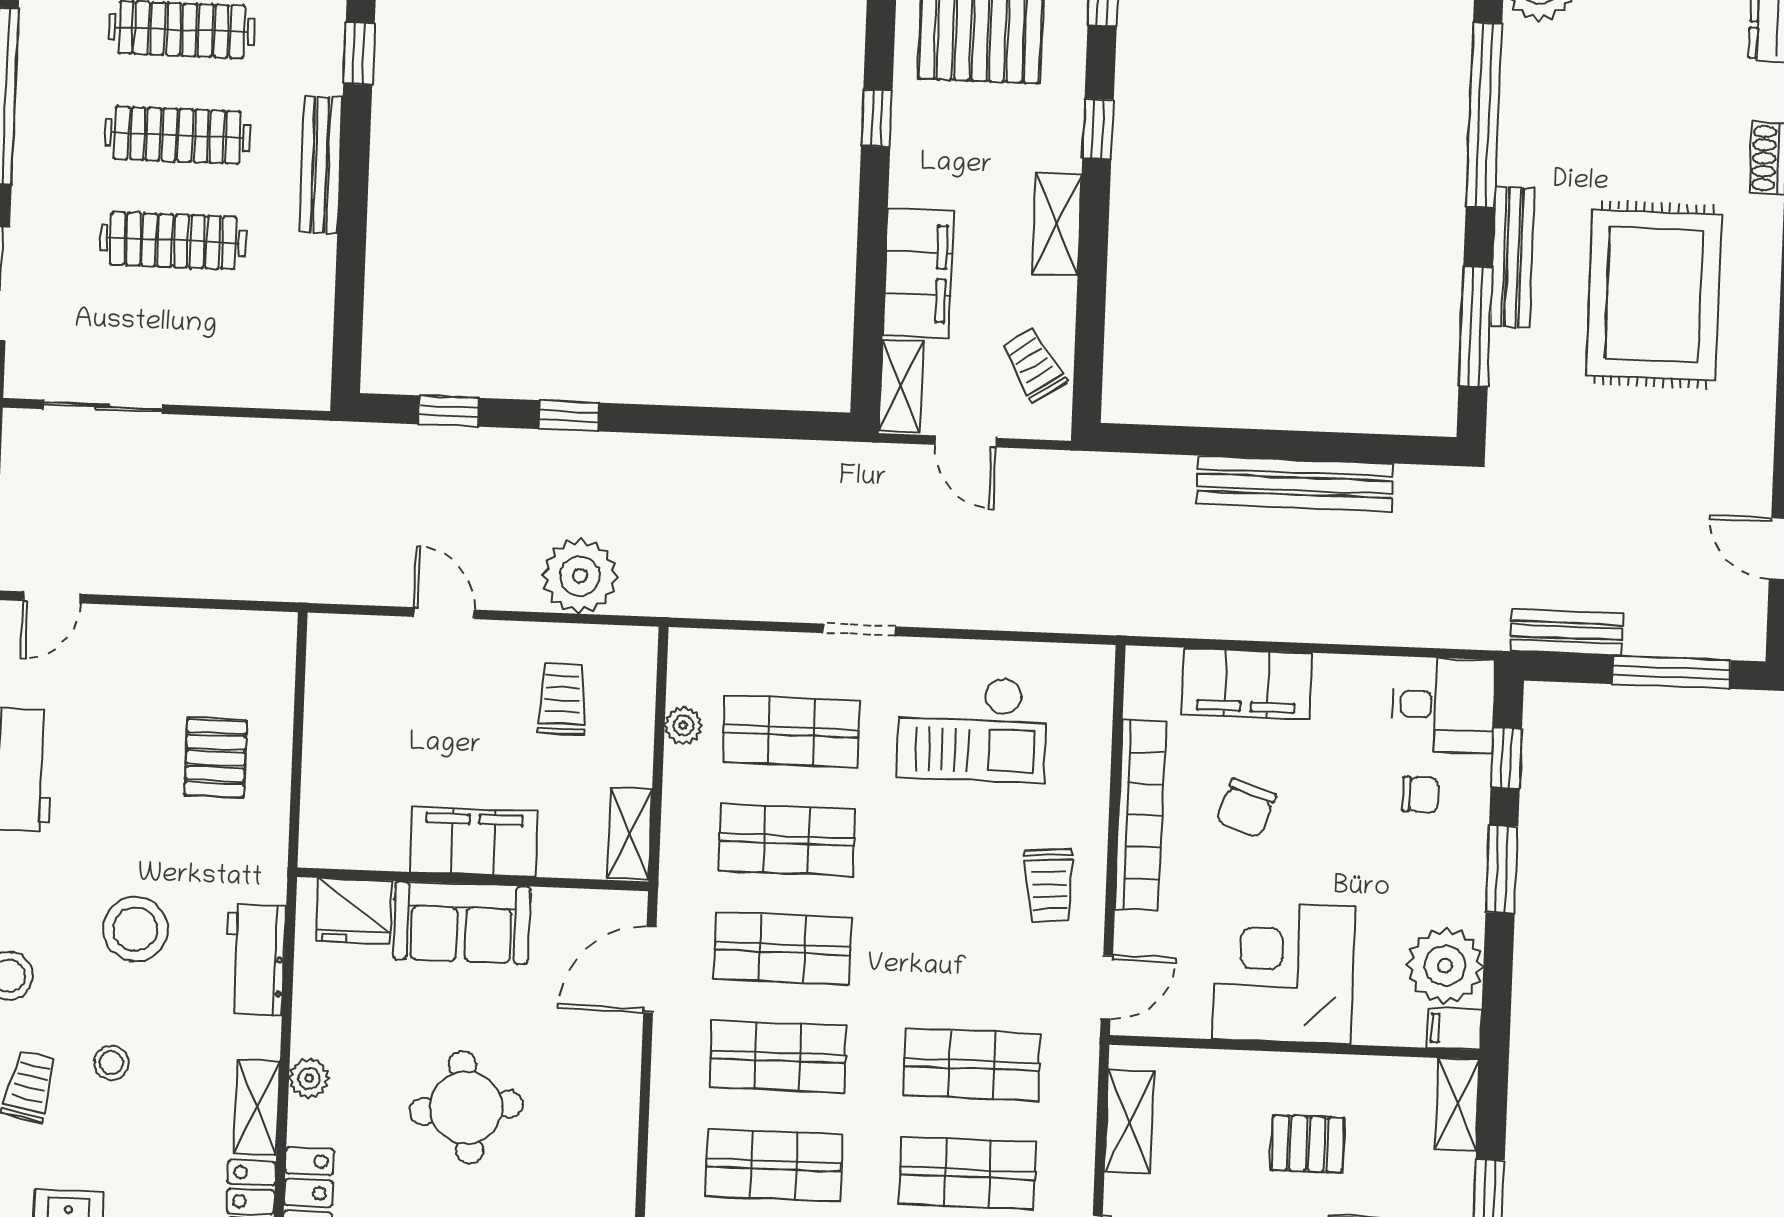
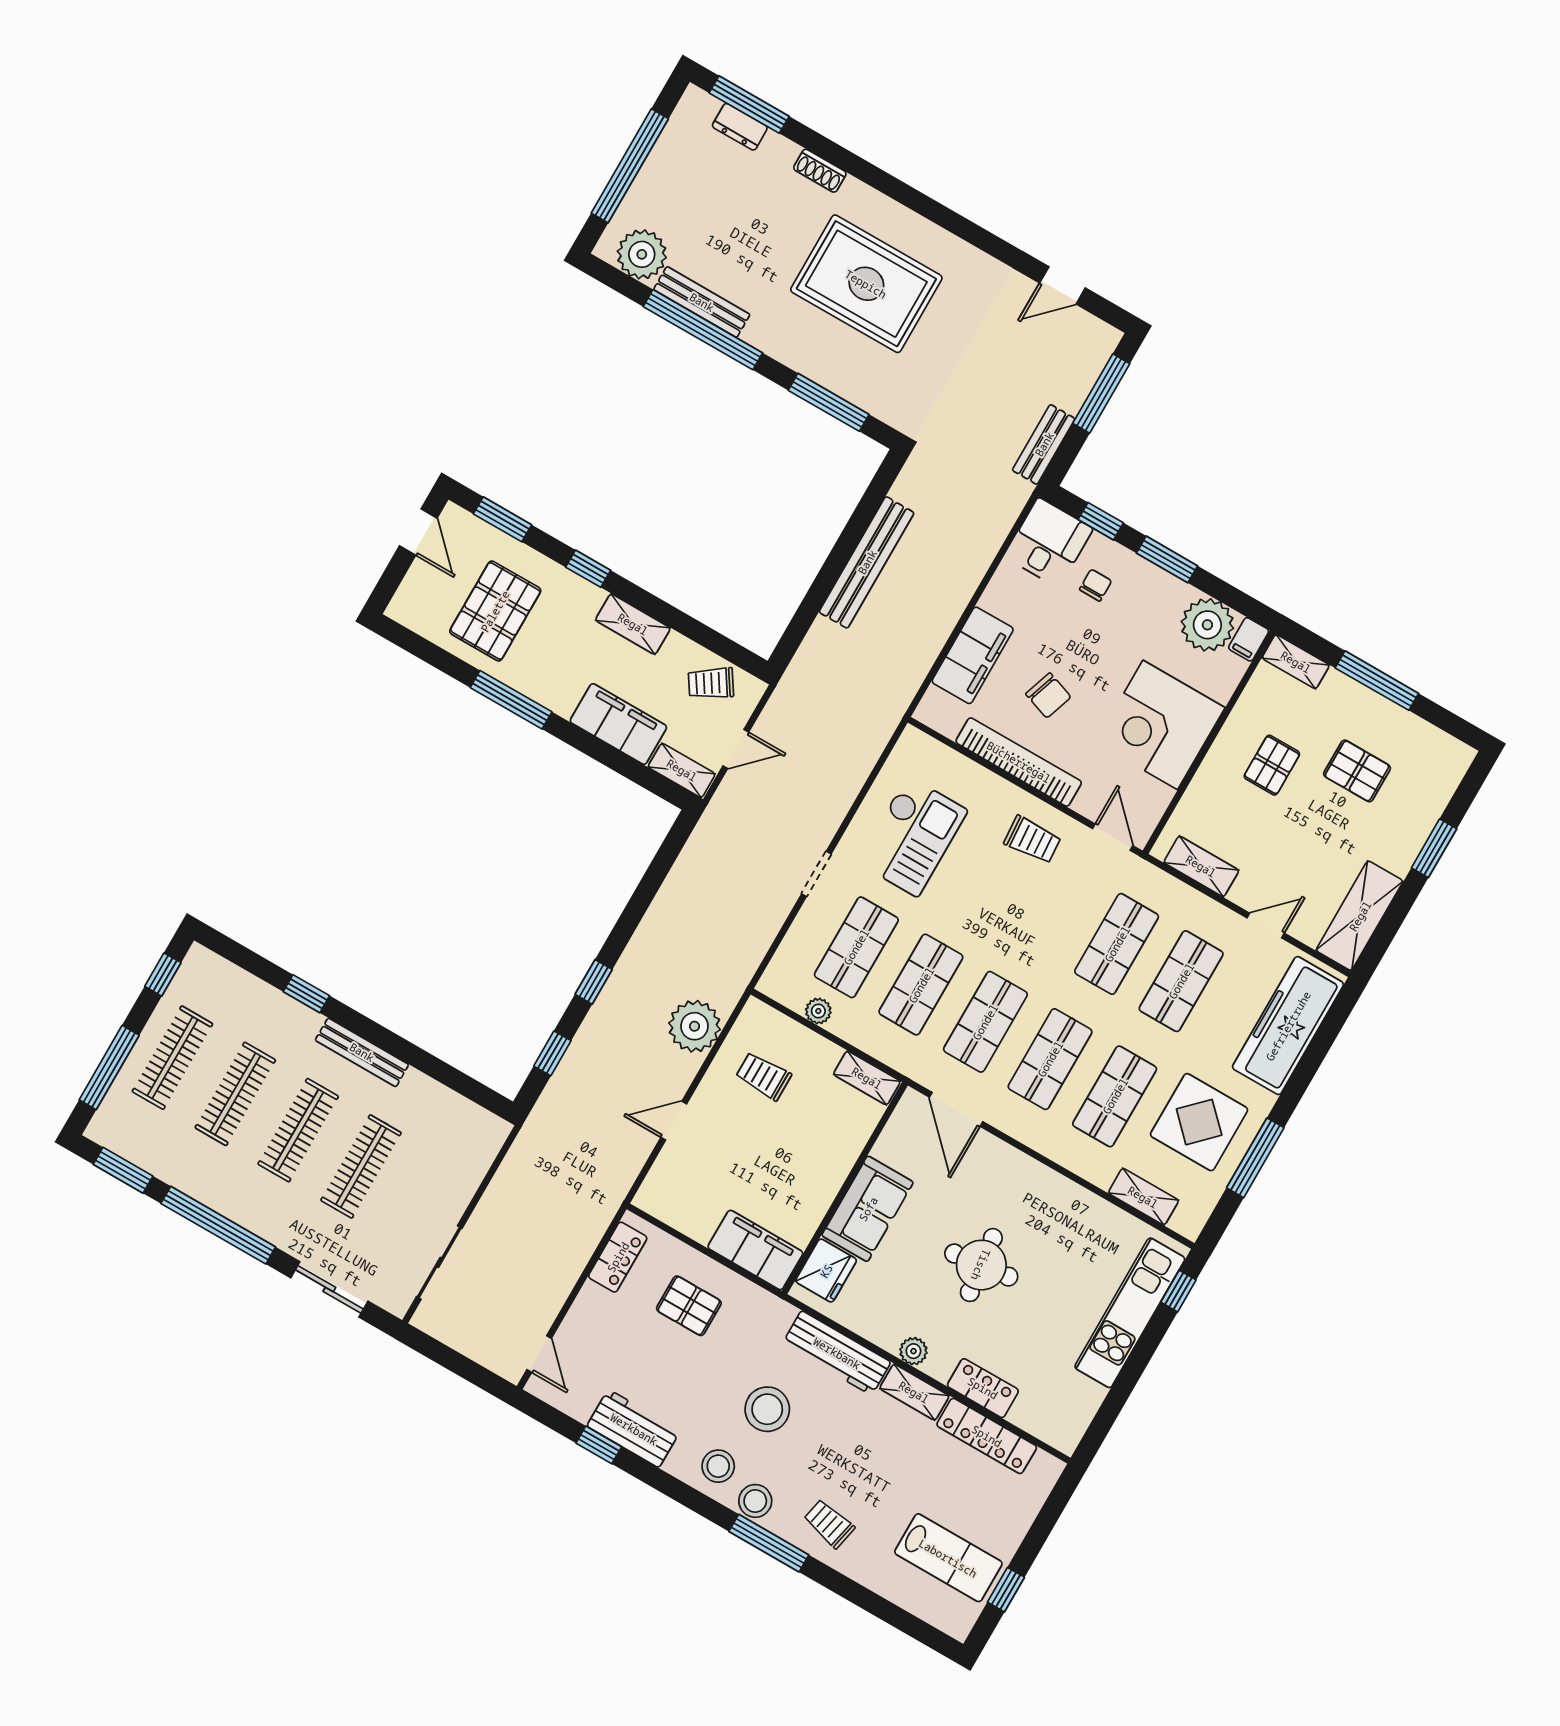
window: (877, 118) -> (511, 700), width x2.17
bench: (1512, 257) -> (702, 302), moved
locker: (230, 633) -> (618, 1257), added
filing cabinet: (474, 842) -> (755, 1250), moved, turned 90
workbench: (256, 960) -> (837, 1353), width x1.38
stool: (111, 1063) -> (718, 1466), moved, width x1.37, depth x1.37

